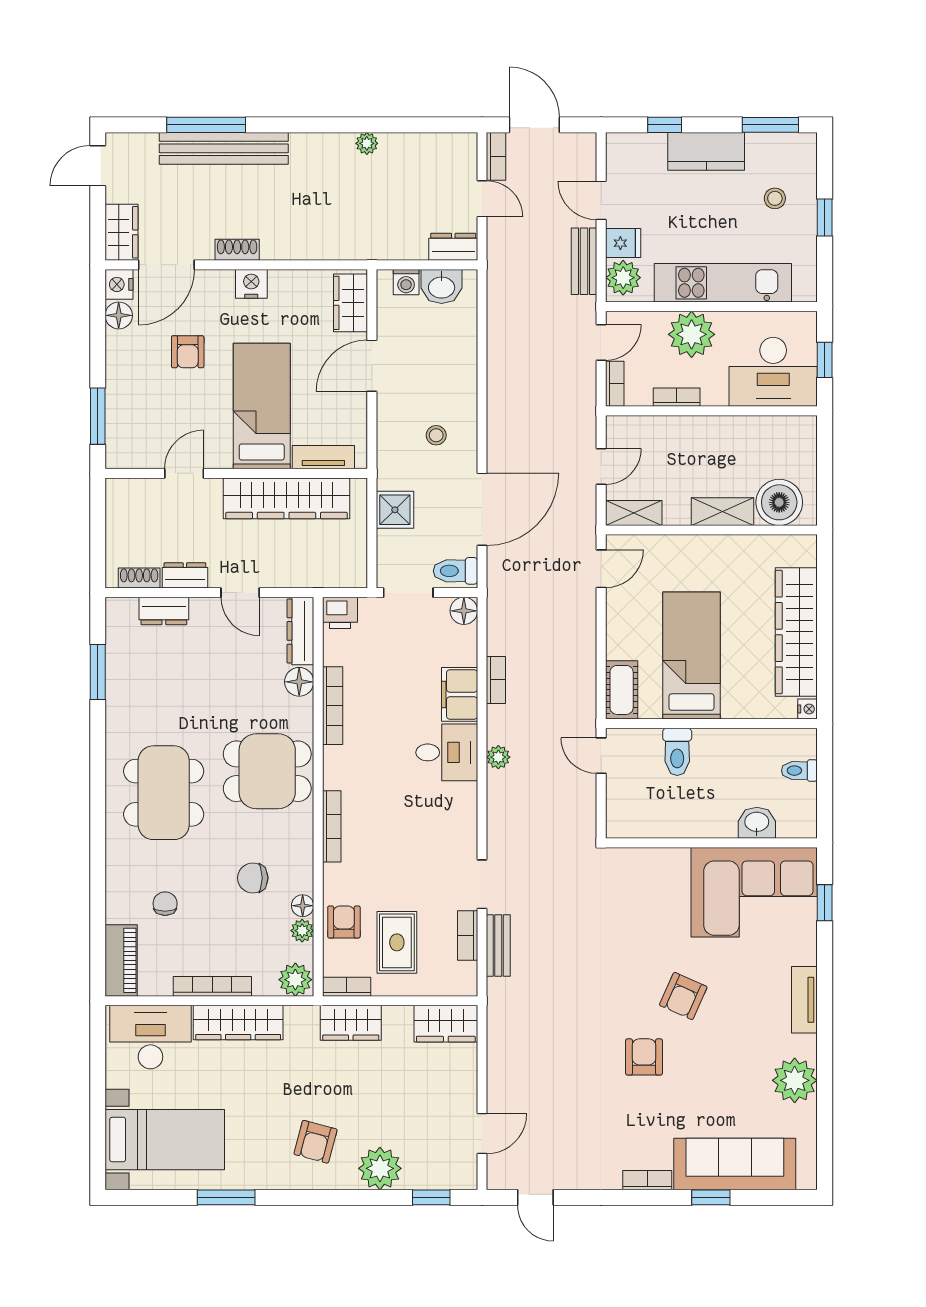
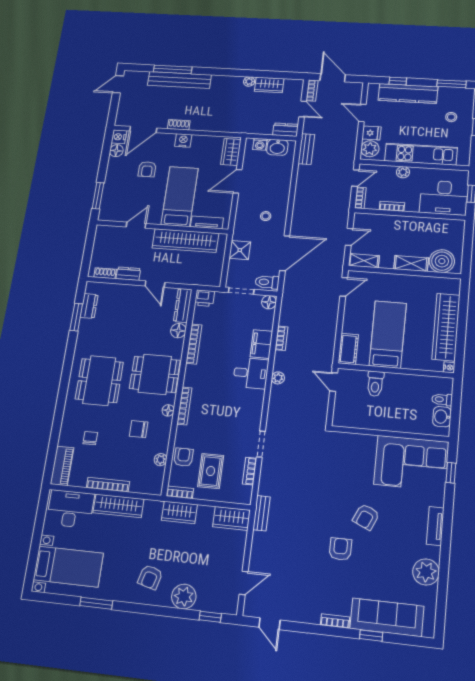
kitchen counter: (706, 151) -> (408, 93), width x1.50
wardrobe: (121, 232) -> (269, 85), moved, turned 90
bench: (584, 261) -> (306, 149), moved
plant: (692, 334) -> (403, 172), width x0.53, depth x0.53
dresser: (164, 611) -> (89, 306), moved, turned -90
washbasin: (757, 823) -> (442, 417), moved, turned -90
floor lamp: (303, 906) -> (168, 410), moved
bench: (498, 946) -> (261, 513), moved
plant: (295, 980) -> (153, 486), removed

